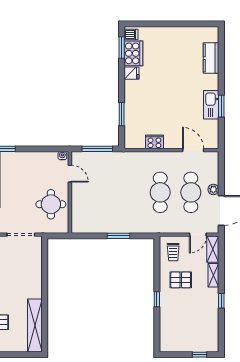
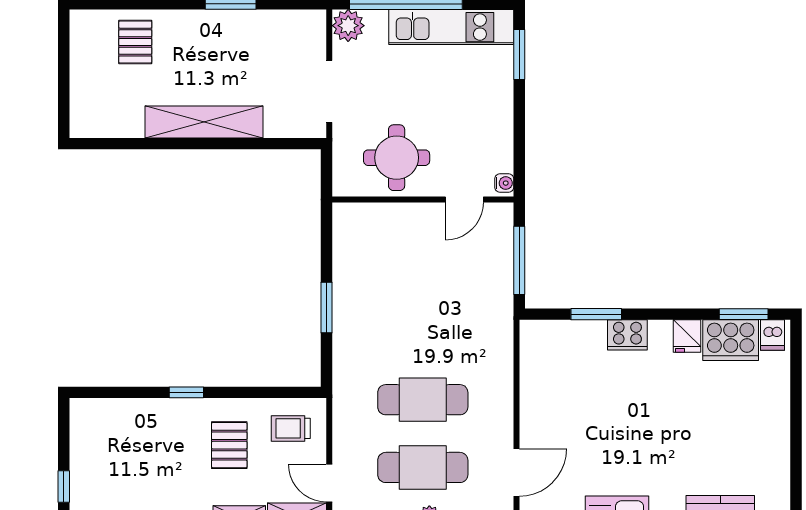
cooker: (154, 142) -> (627, 335), moved, turned 90
shelving: (35, 326) -> (204, 122), moved

